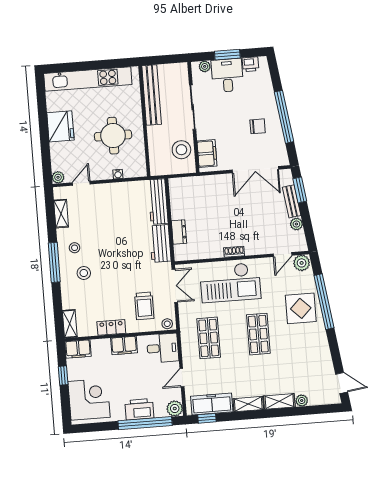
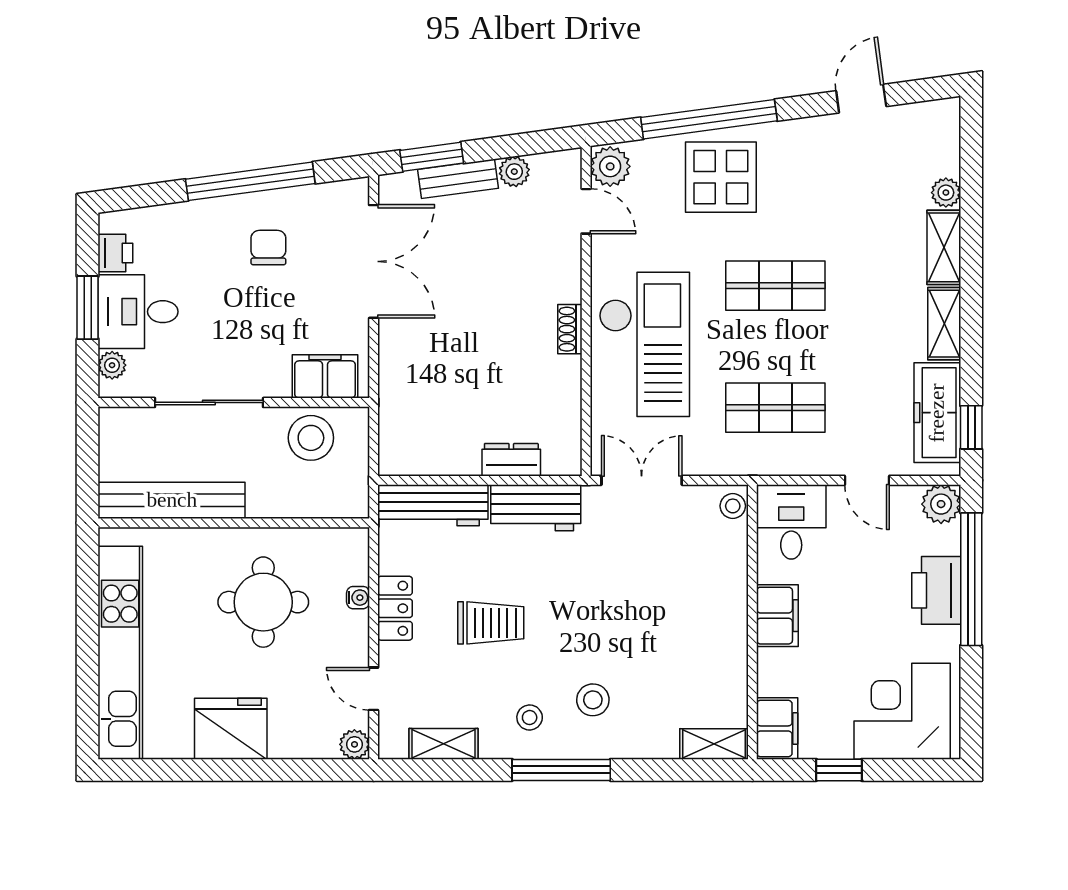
trolley: (144, 306) -> (491, 623), moved
locker: (111, 327) -> (395, 608), moved, turned 180
door: (342, 383) -> (861, 99), moved

